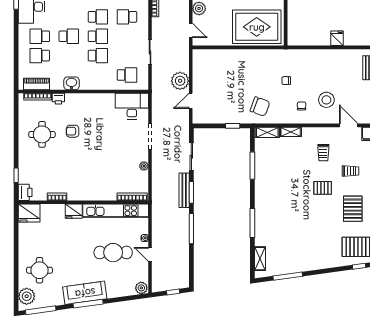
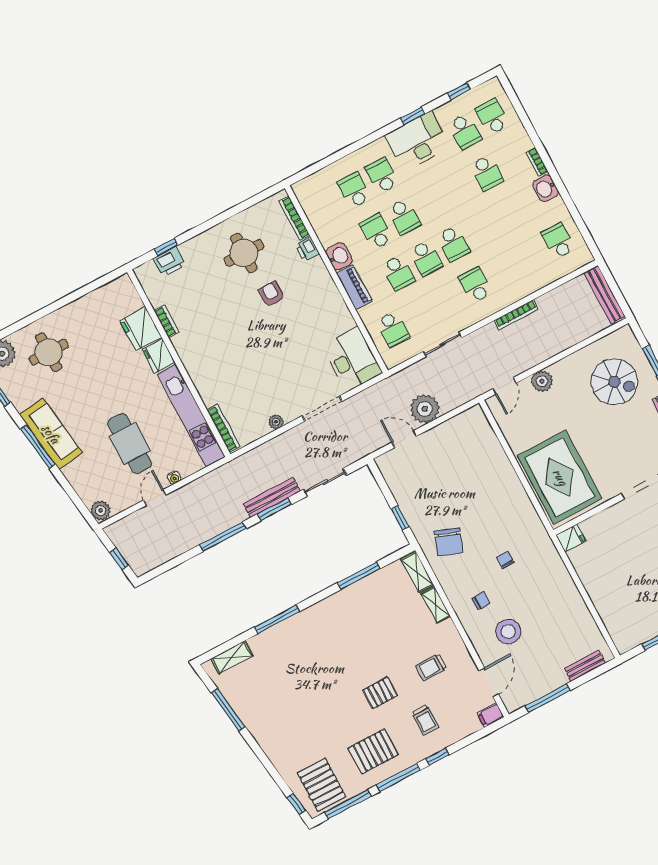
fridge: (337, 38) -> (571, 538), moved
school desk: (69, 56) -> (376, 231), added
piano: (36, 84) -> (354, 287), moved
pallet: (323, 188) -> (380, 693), turned 90
printer: (25, 192) -> (169, 262), moved
fridge: (29, 213) -> (141, 329), moved

